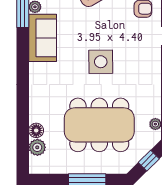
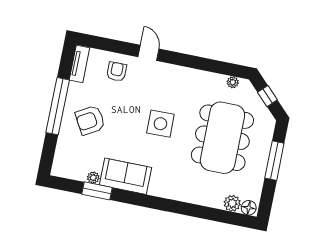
floor lamp: (36, 130) -> (249, 208), moved

